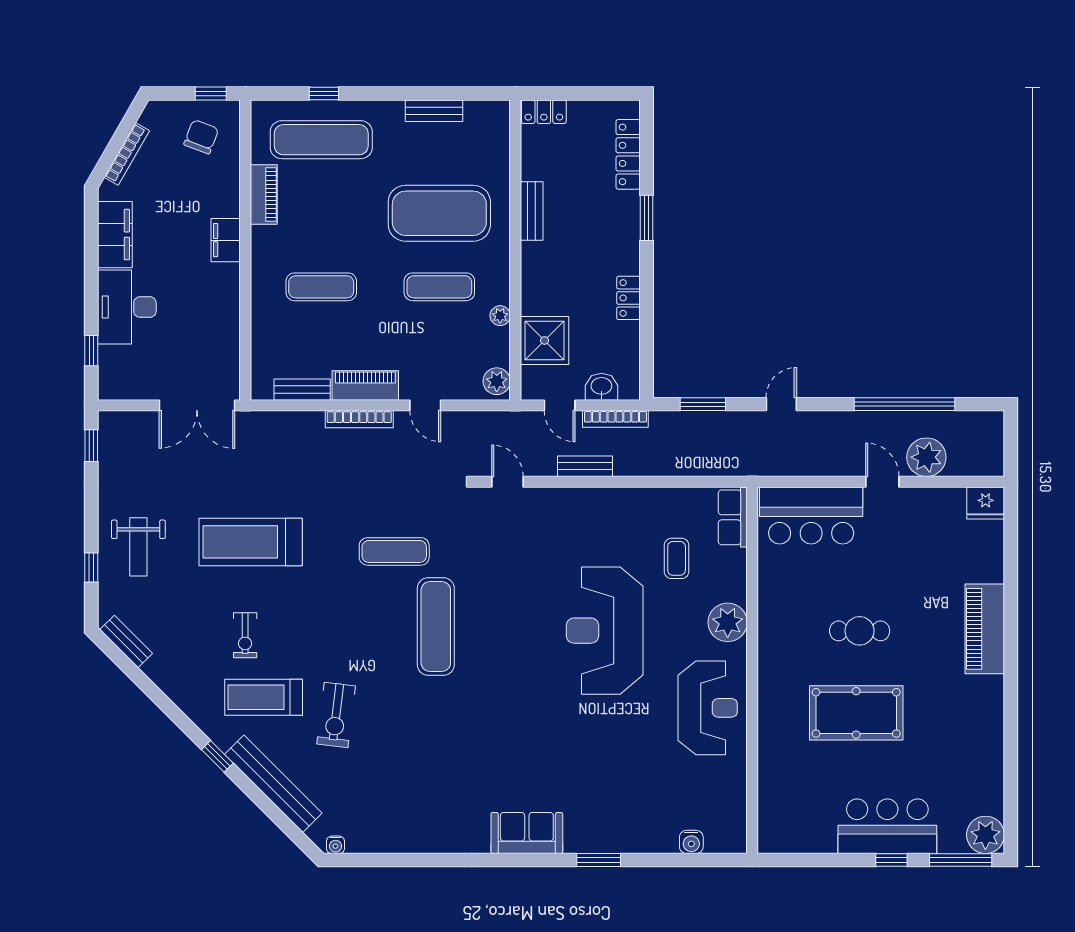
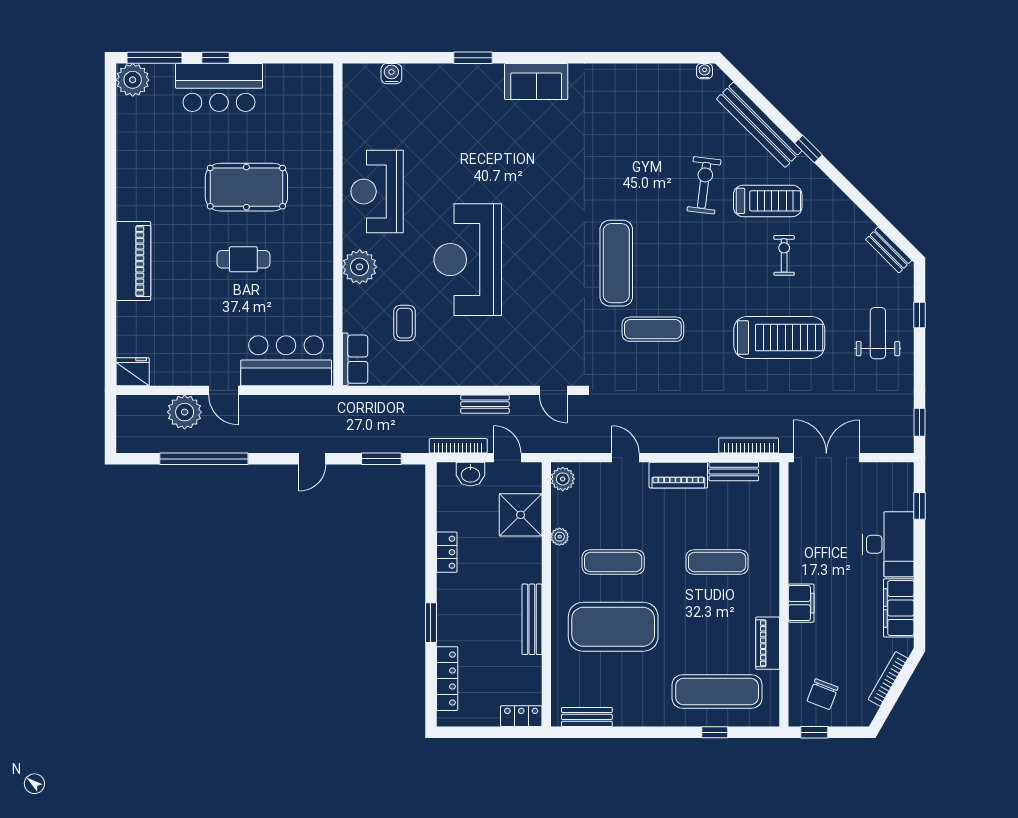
bench: (434, 111) -> (587, 717), moved
bench: (532, 211) -> (532, 619), width x1.36
bookcase: (359, 419) -> (749, 446), moved
reception desk: (605, 631) -> (468, 260), turned 180

